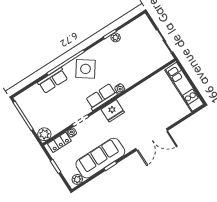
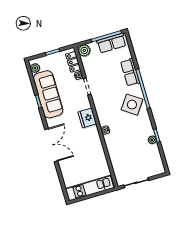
row of seats: (101, 97) -> (111, 43), moved, turned 90
double door: (152, 139) -> (51, 145), swing flipped

